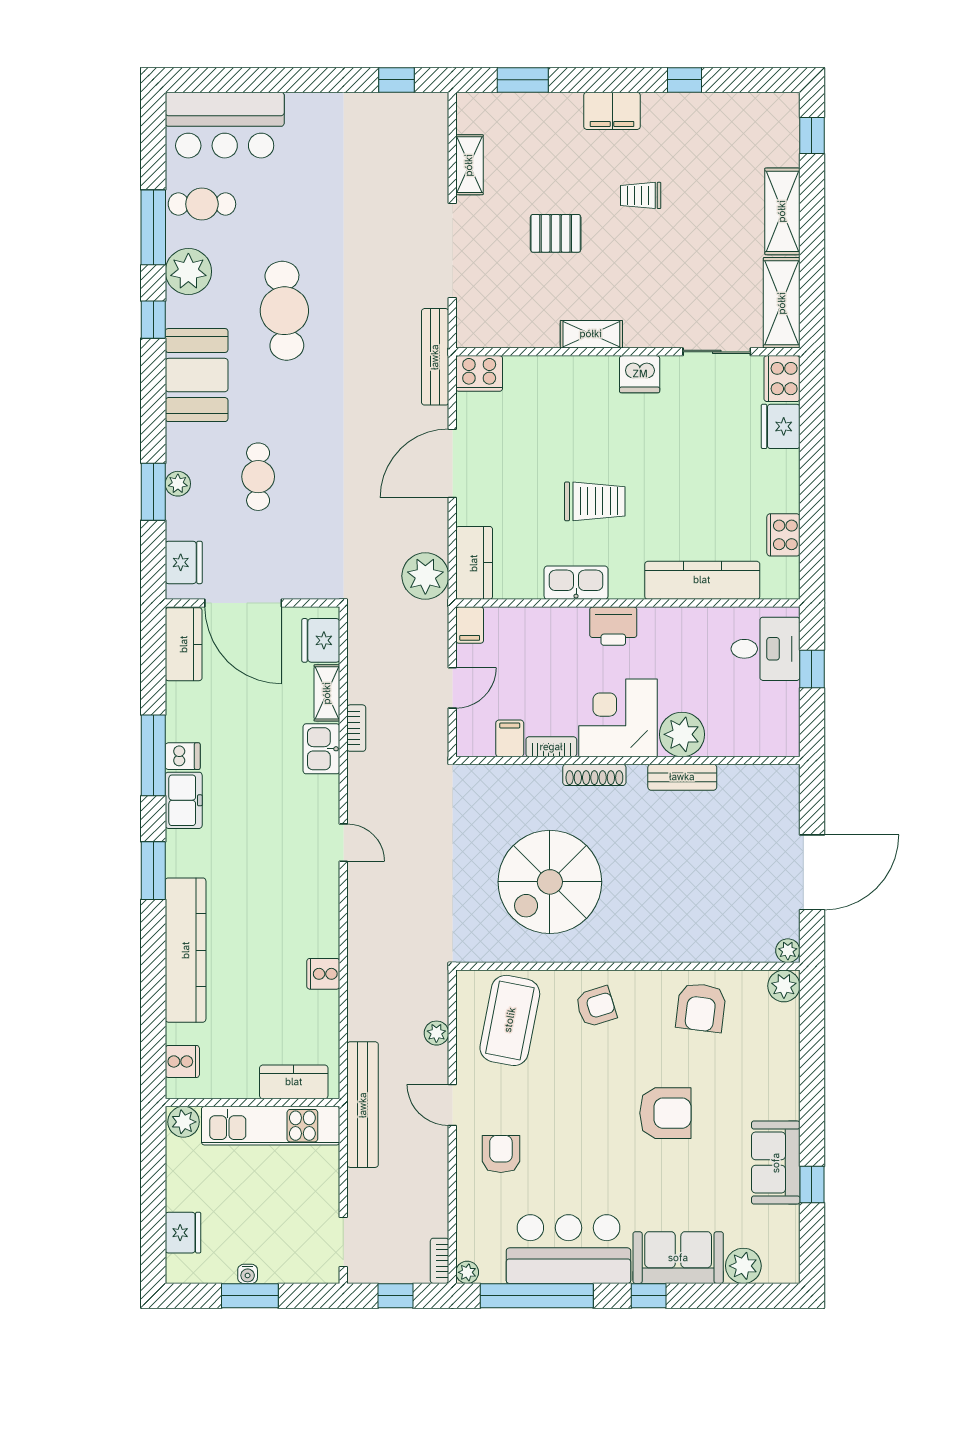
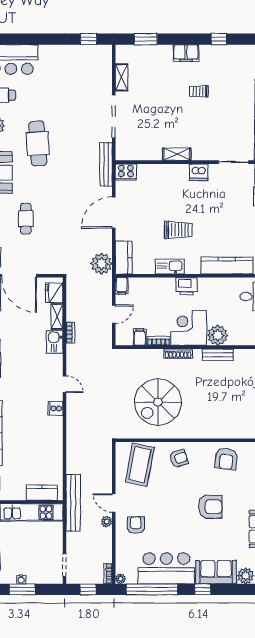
pallet: (556, 233) -> (161, 108), removed
cooker: (323, 974) -> (55, 408), moved
plant: (436, 1033) -> (107, 522), moved

